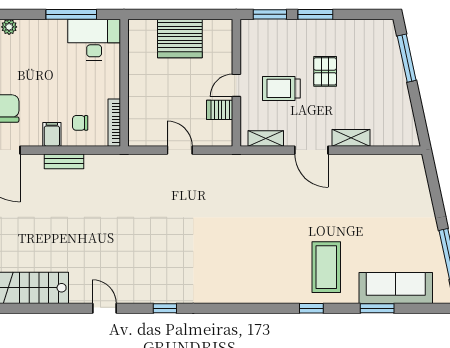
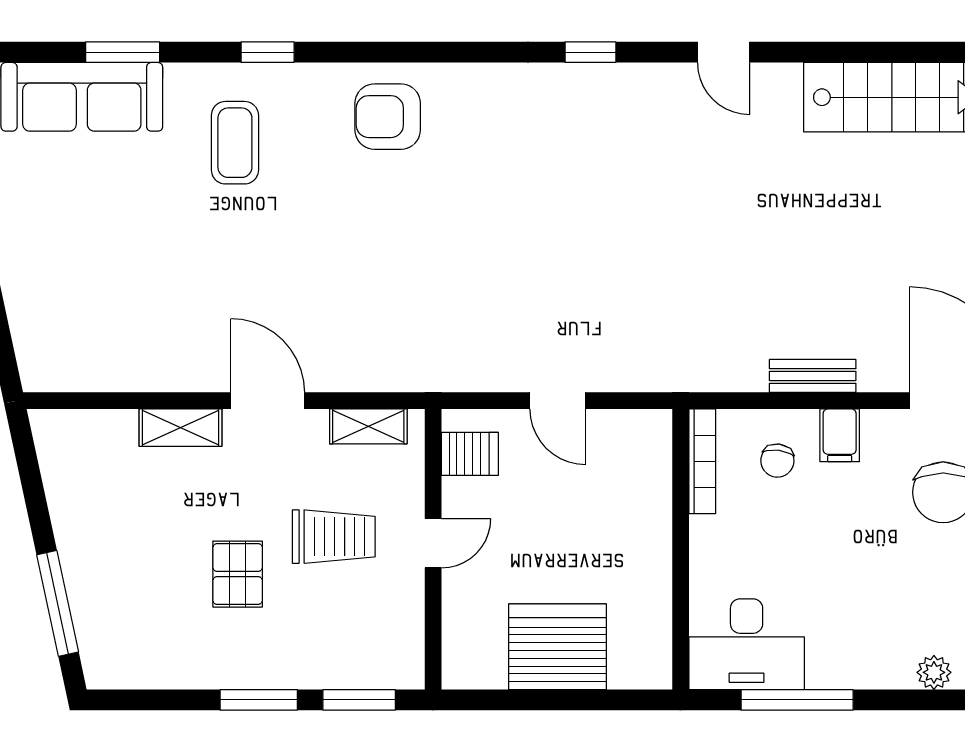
server rack: (220, 110) -> (470, 454), moved
chair: (80, 123) -> (777, 461), turned 97
coffee table: (326, 267) -> (235, 143), width x0.73, depth x0.76
armchair: (257, 279) -> (388, 117), added

